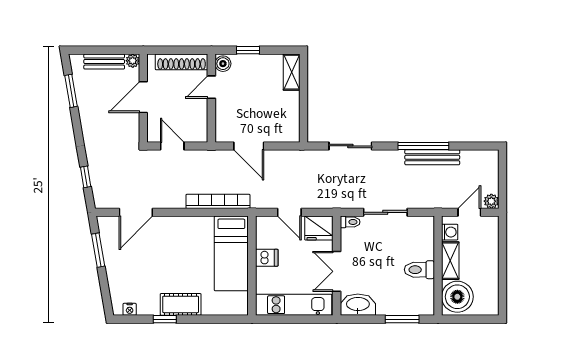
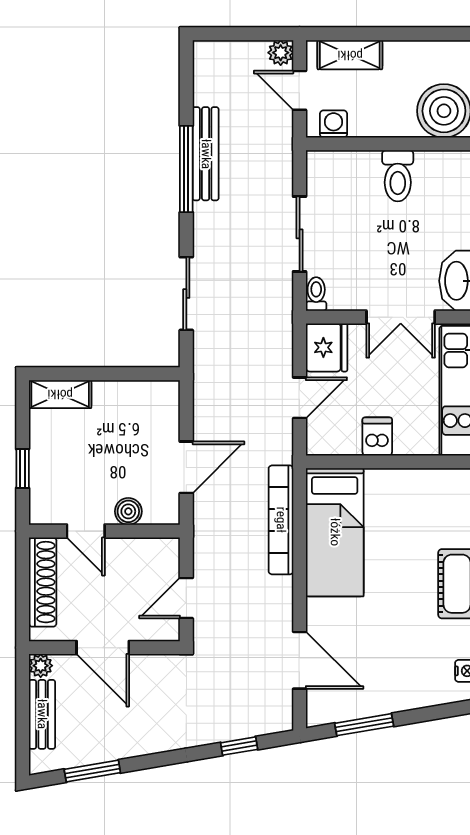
boiler: (223, 64) -> (128, 511), moved
bed: (231, 253) -> (335, 532), moved, turned 90
shelving: (450, 261) -> (350, 55), moved

